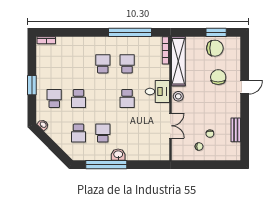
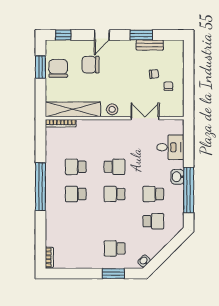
window: (130, 32) -> (40, 187), moved
window: (245, 53) -> (63, 35), added
window: (32, 85) -> (113, 274), moved
door: (245, 87) -> (102, 35), swing flipped
desk: (157, 92) -> (170, 147), moved, turned 90
school desk: (78, 98) -> (115, 194), moved, turned 180
window: (245, 122) -> (141, 35), added

